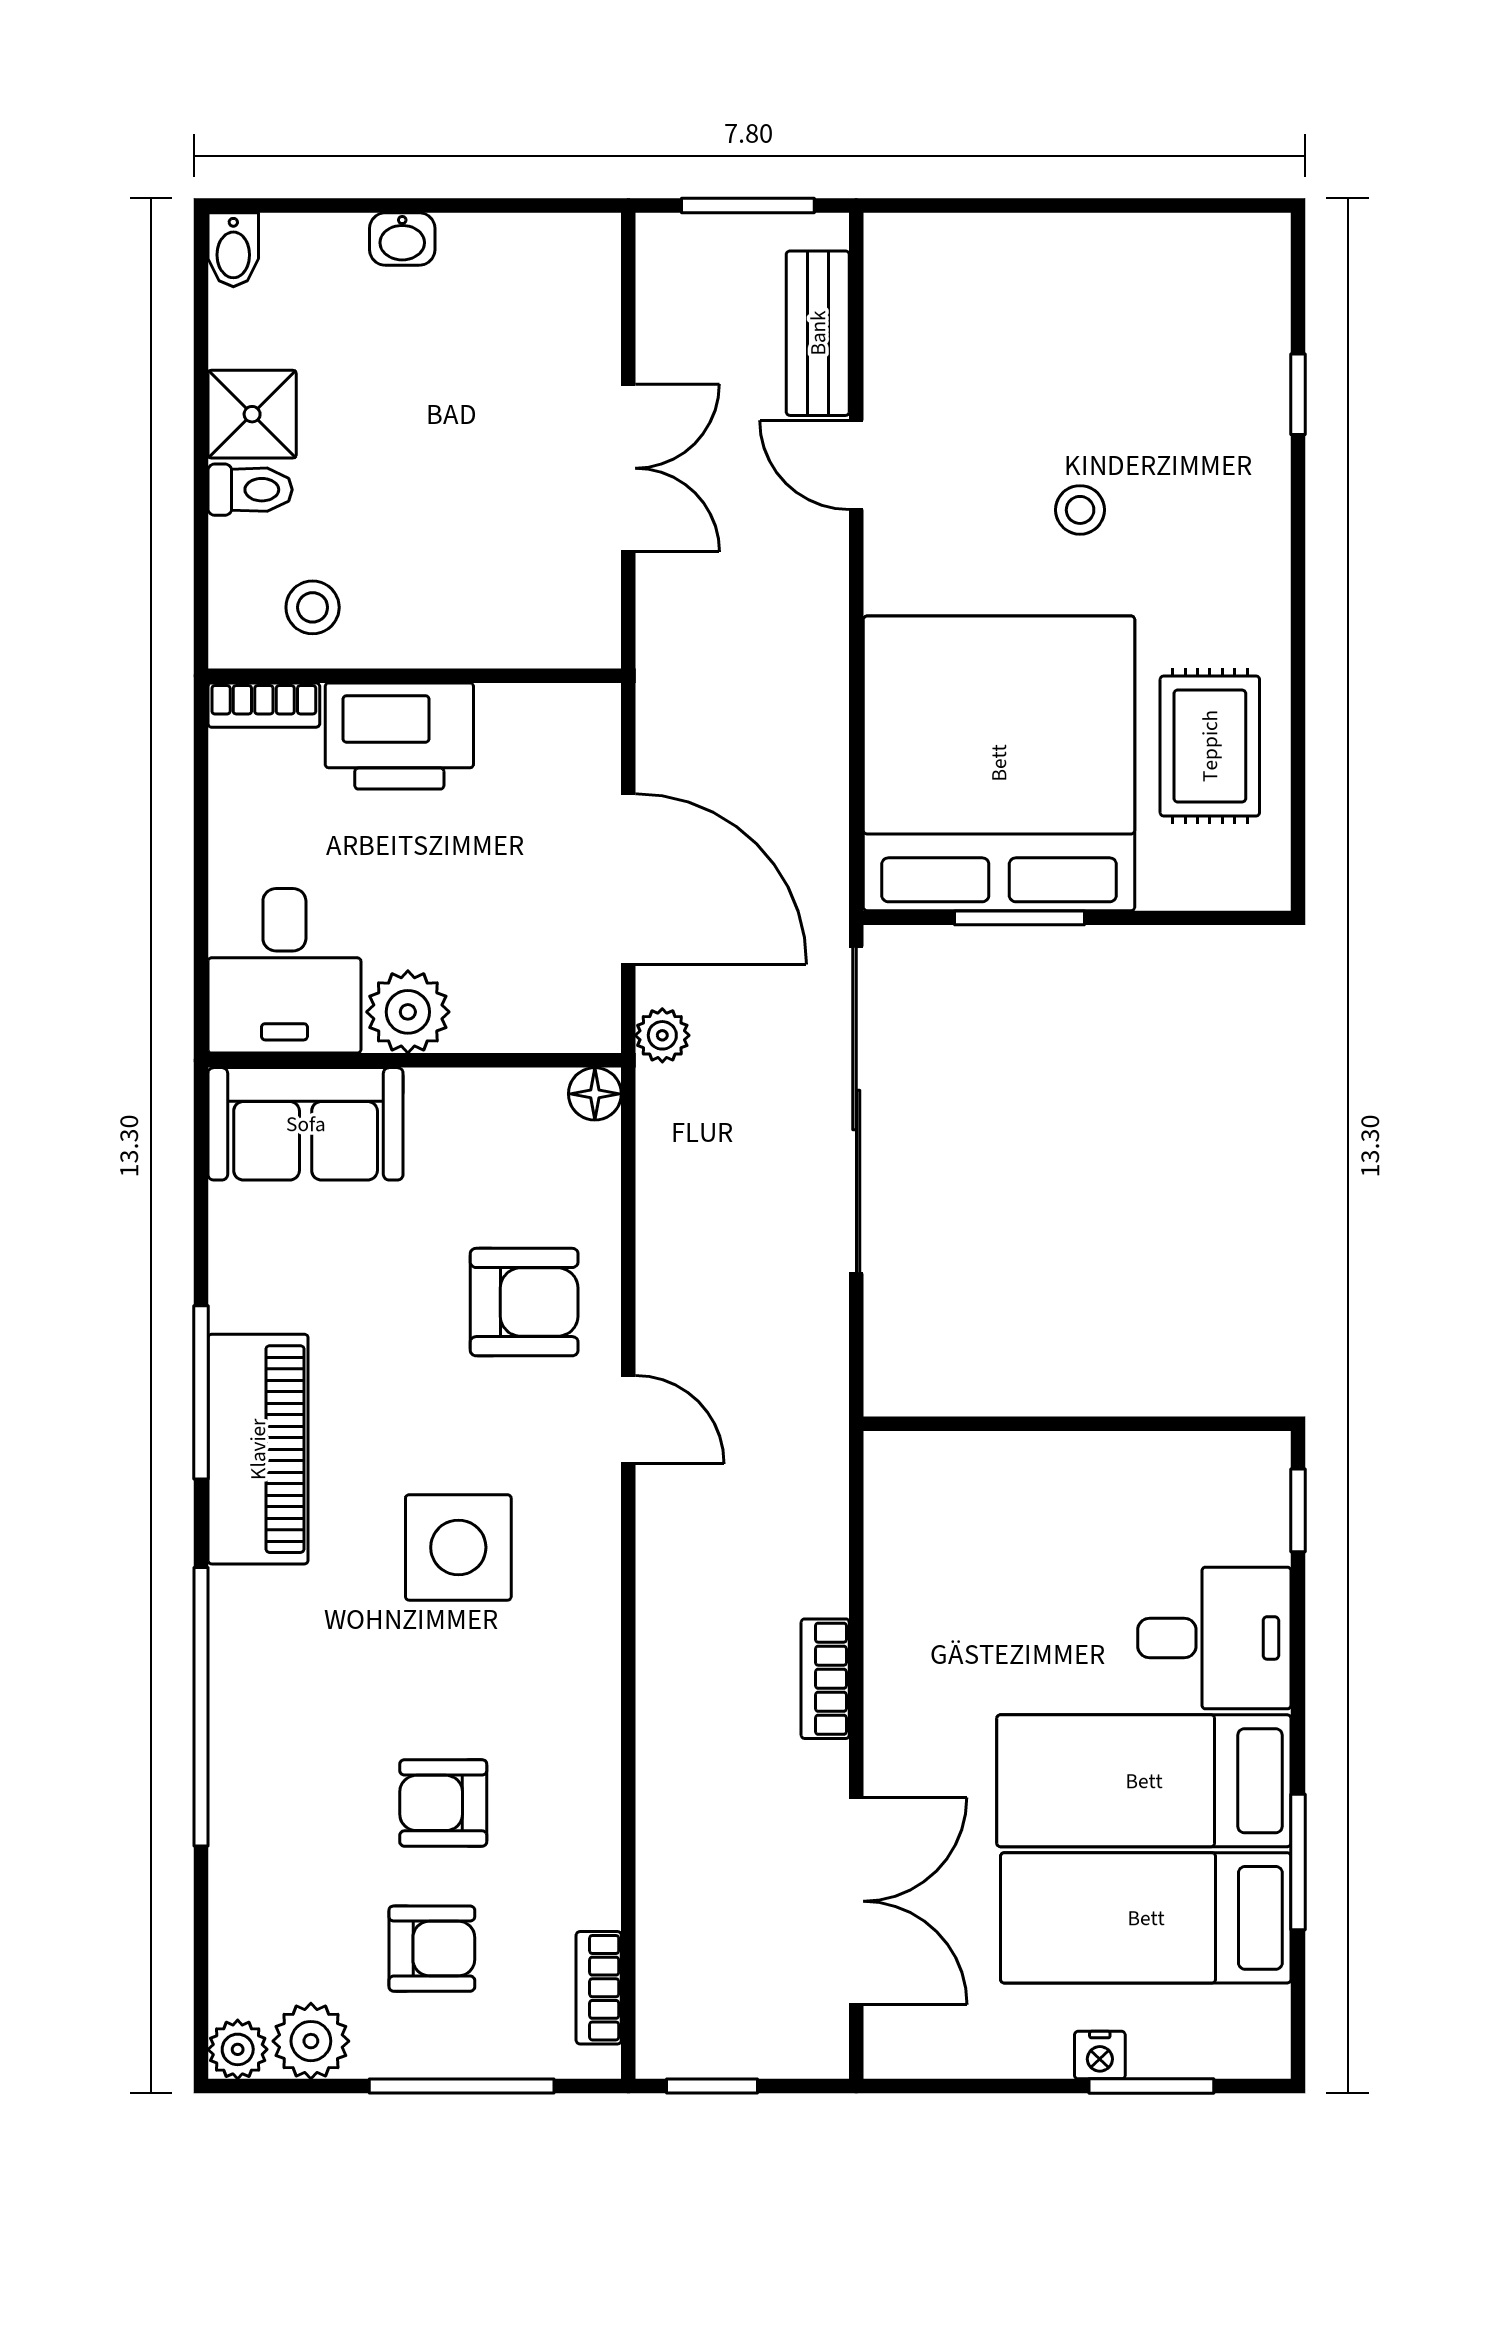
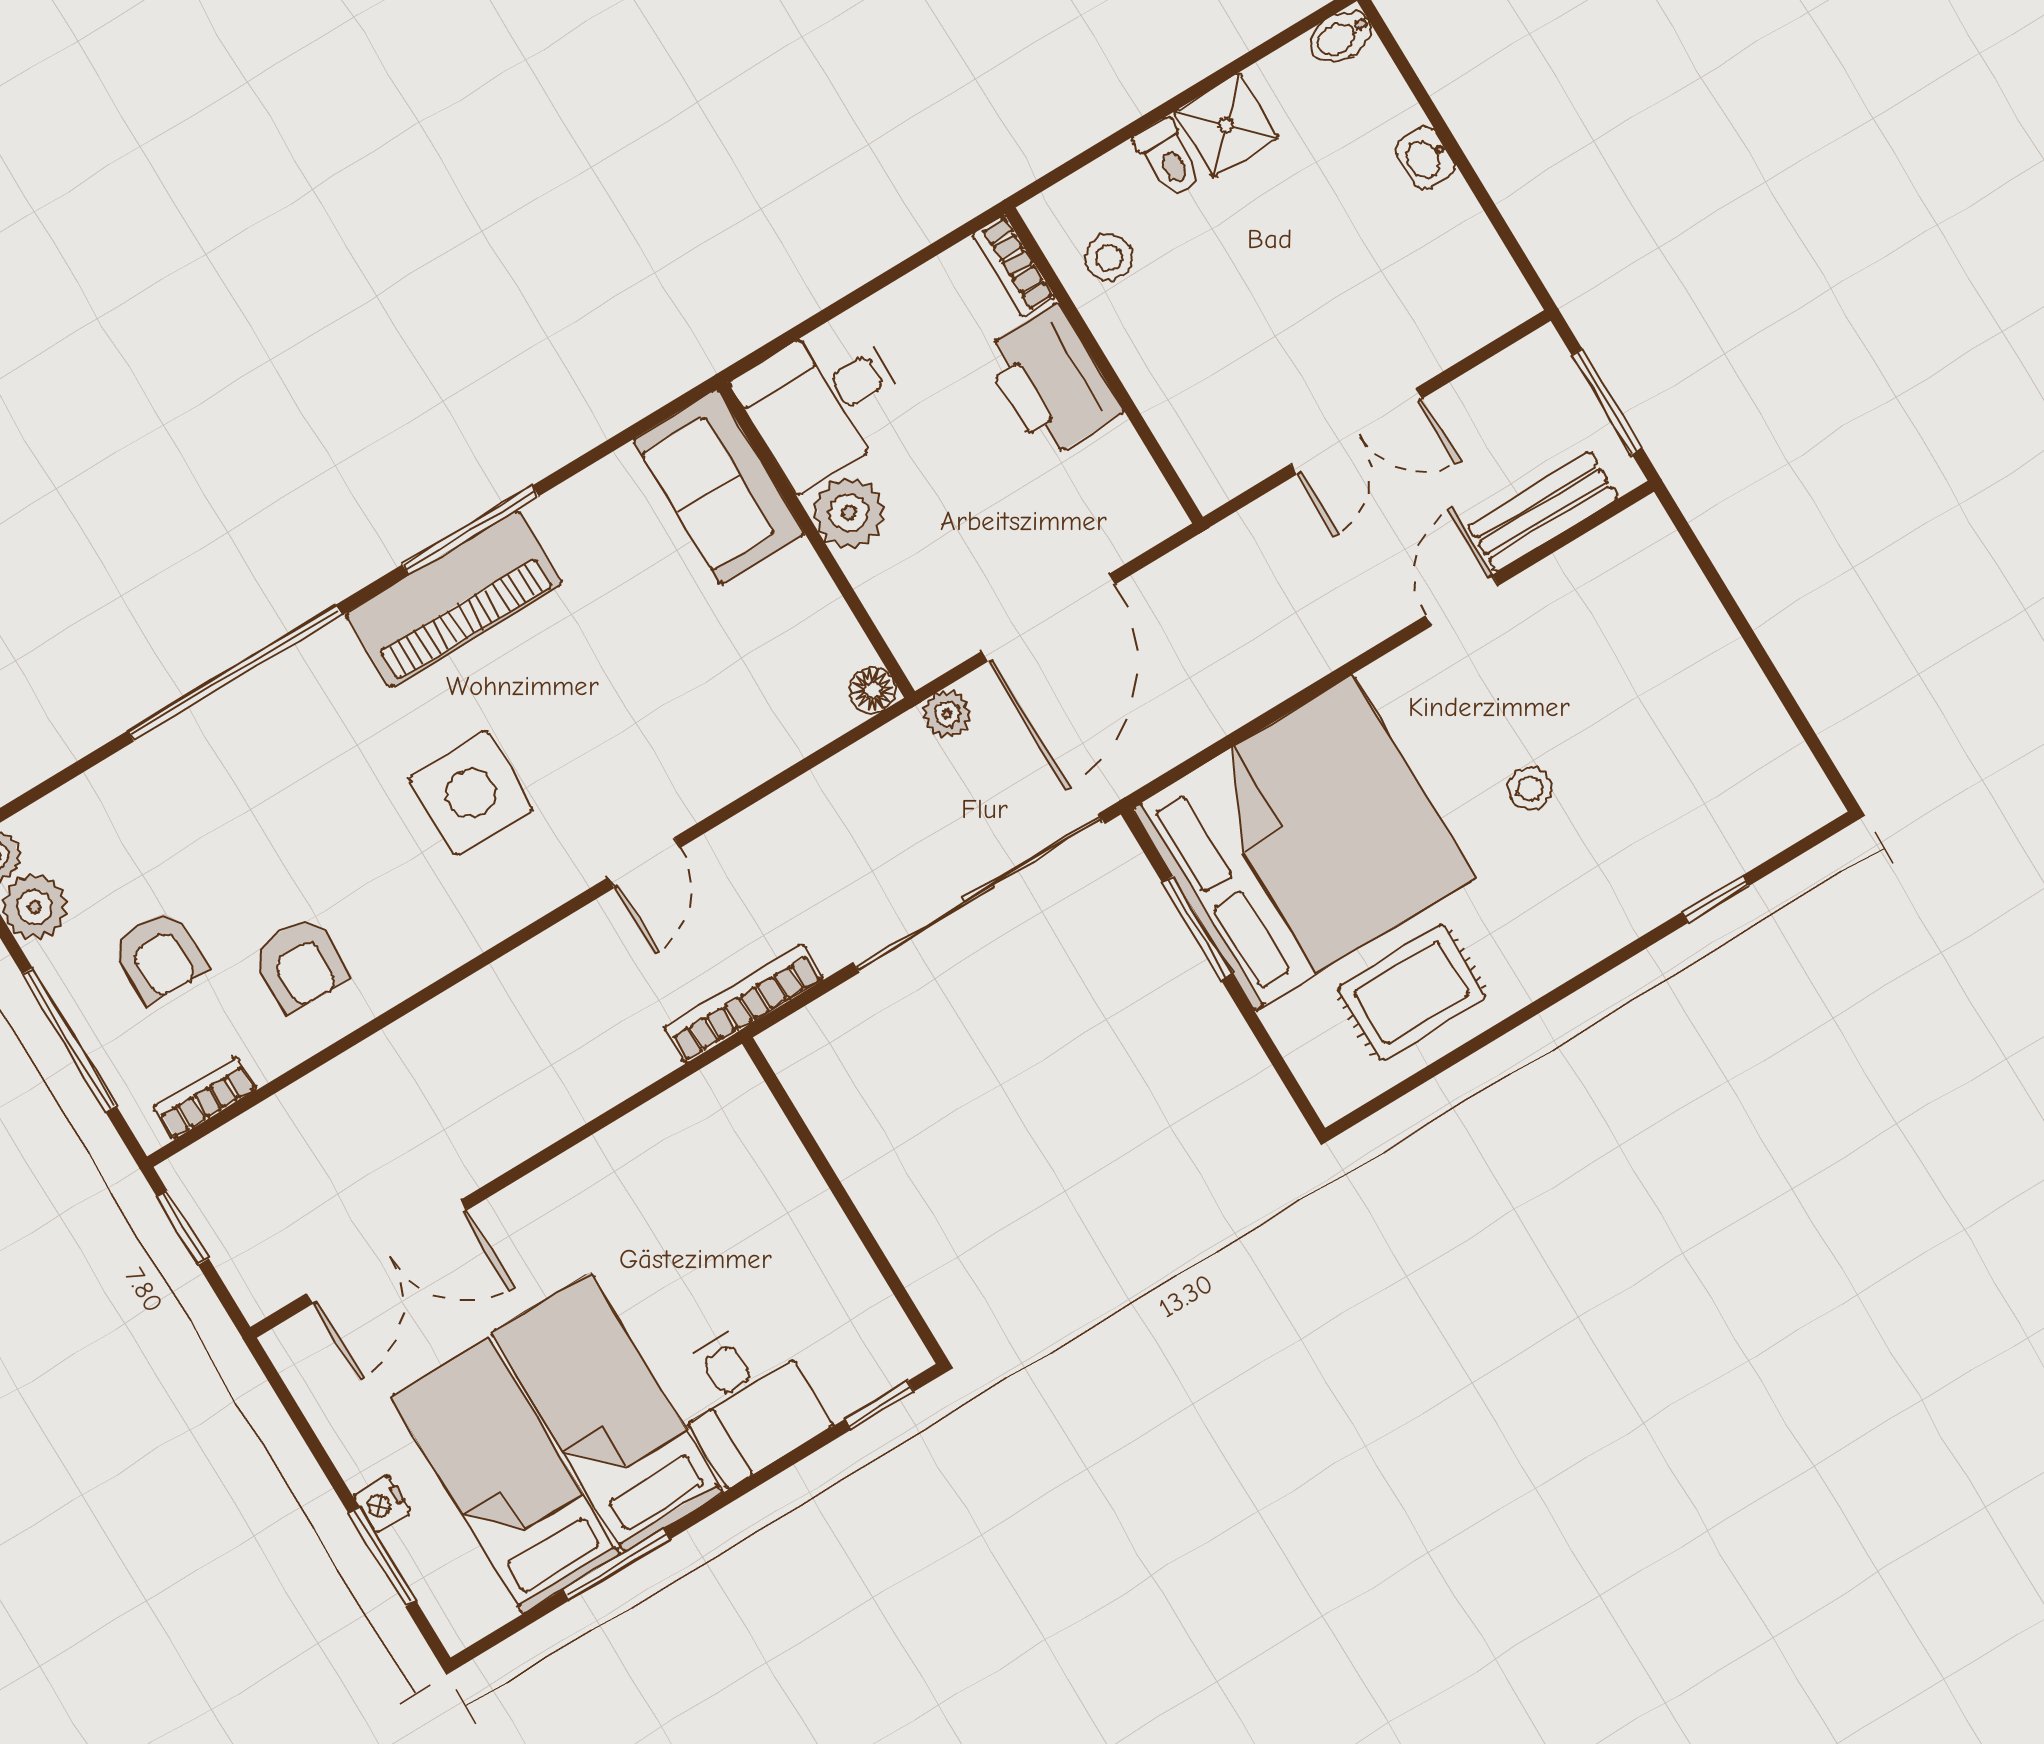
armchair: (524, 1302) -> (685, 731), removed
bookcase: (825, 1679) -> (744, 1004), moved, width x1.56
armchair: (443, 1803) -> (300, 964), moved, turned 180

